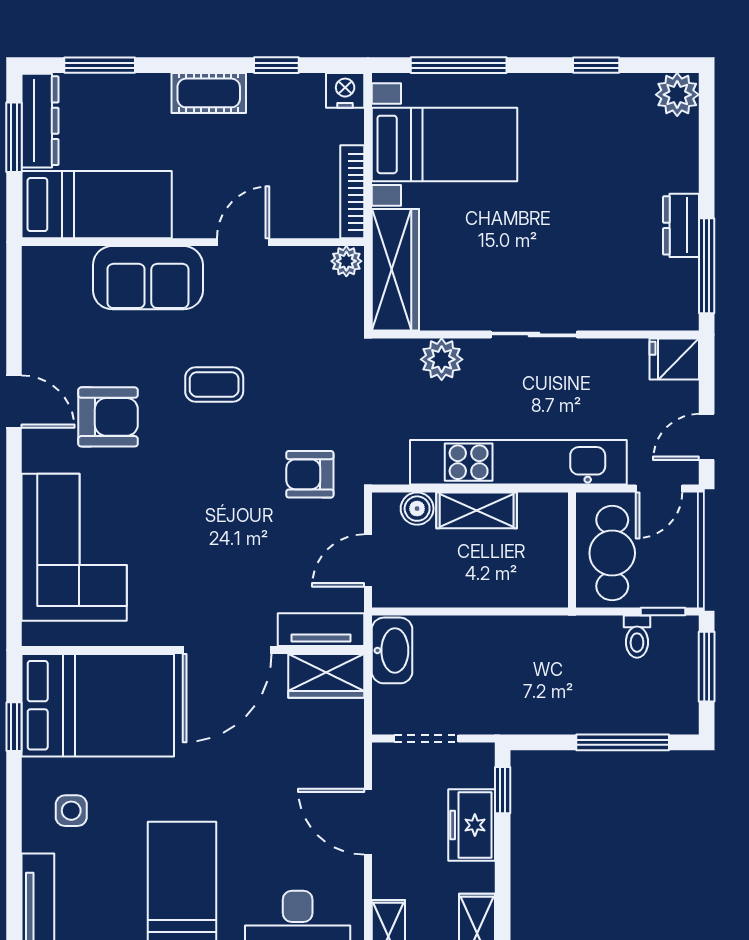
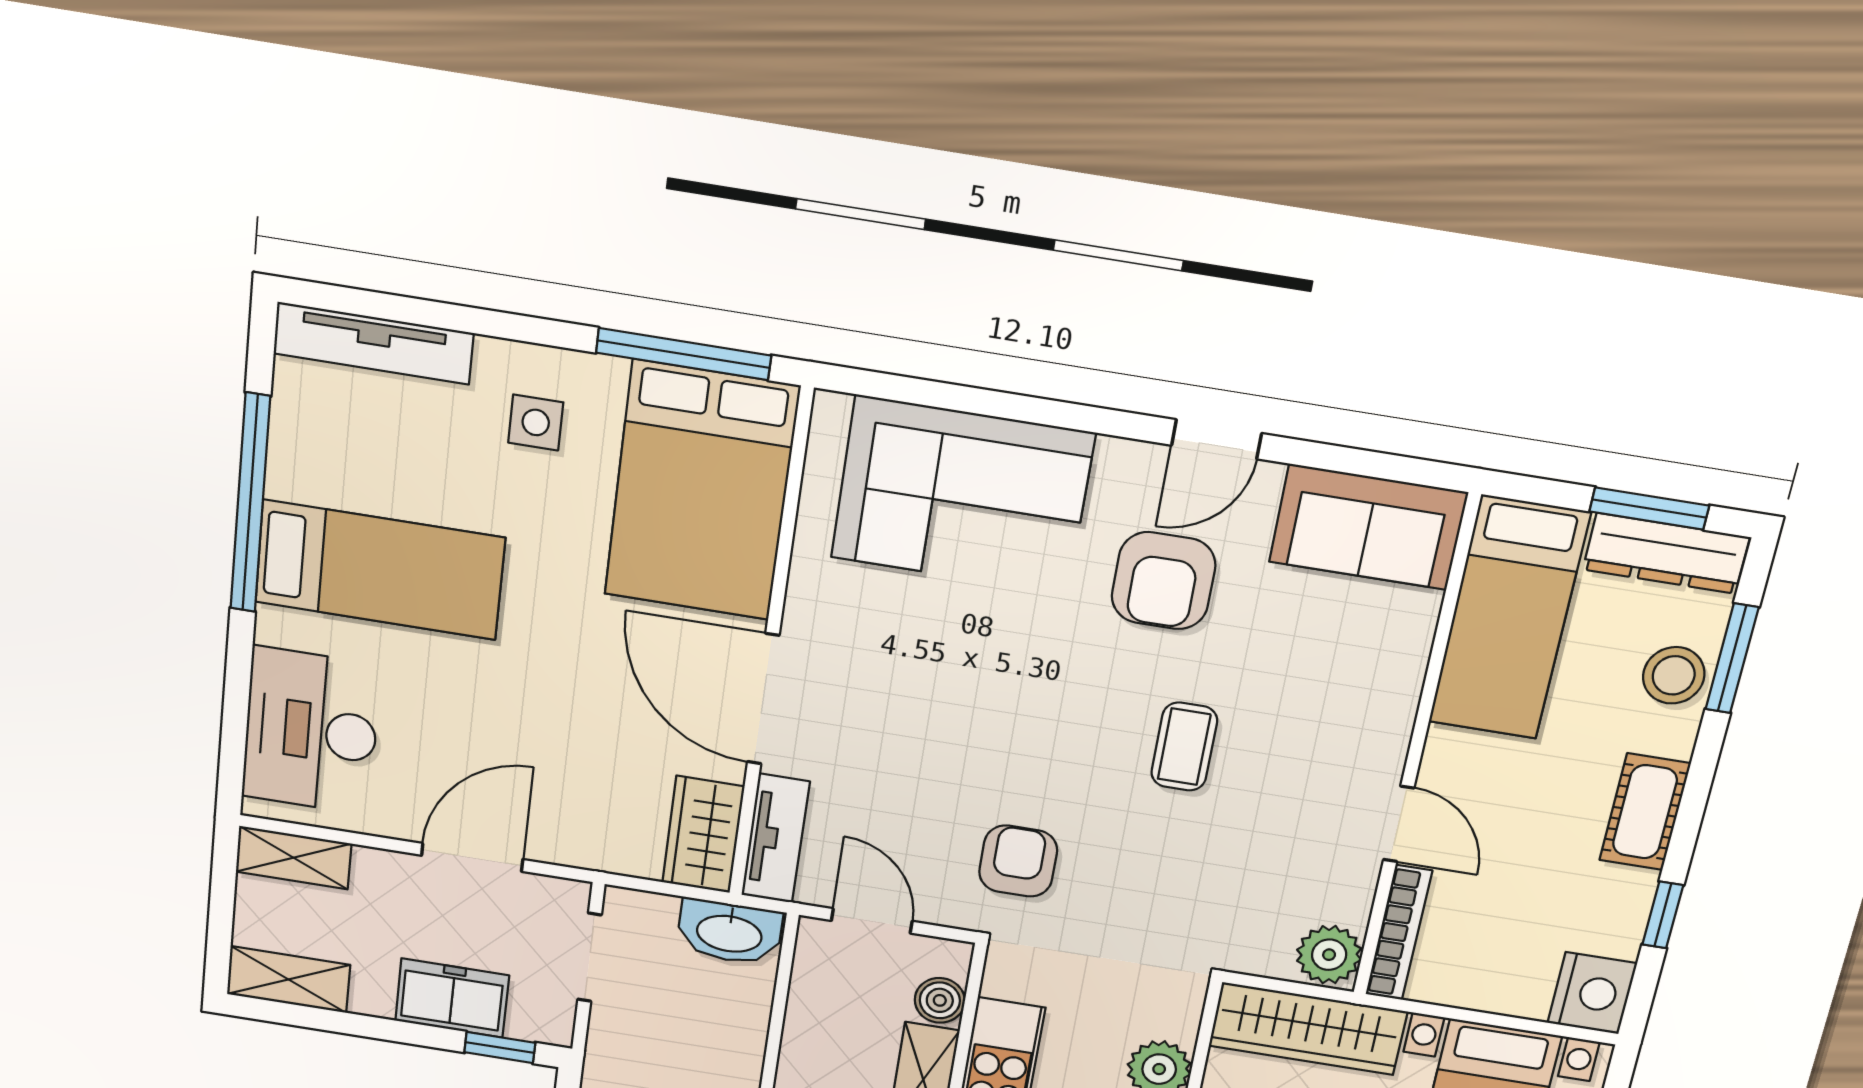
nightstand: (345, 90) -> (1592, 993), width x1.36, depth x1.33
stool: (116, 97) -> (1674, 675), added
bookcase: (352, 192) -> (1399, 933), moved, turned 90
plant: (346, 261) -> (1329, 955), width x1.38, depth x1.38
sofa: (148, 278) -> (1368, 527), moved, turned -90
window: (14, 727) -> (684, 354), width x2.17

